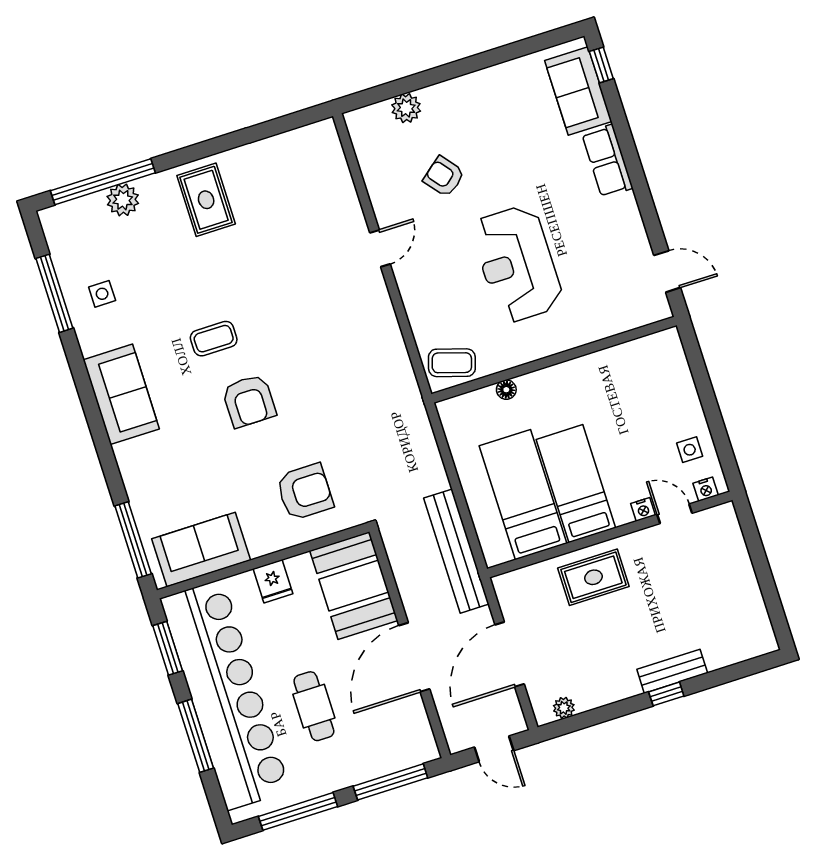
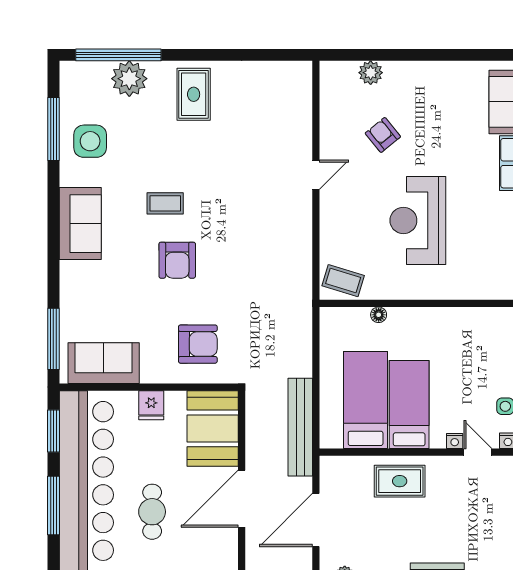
plant: (123, 200) -> (129, 79), width x1.36, depth x1.36
side table: (102, 294) -> (90, 141), width x1.87, depth x1.87

